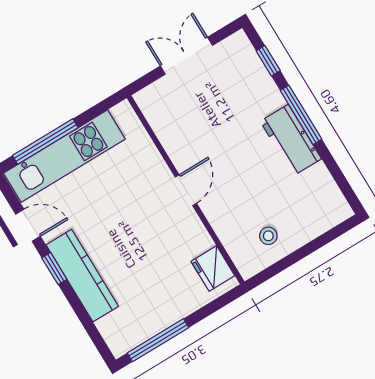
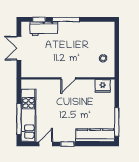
workbench: (291, 140) -> (44, 29), moved
door: (186, 190) -> (68, 78), swing flipped
kitchen counter: (82, 276) -> (95, 135), moved

